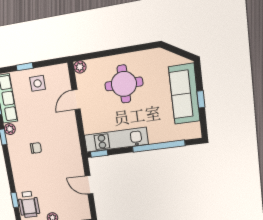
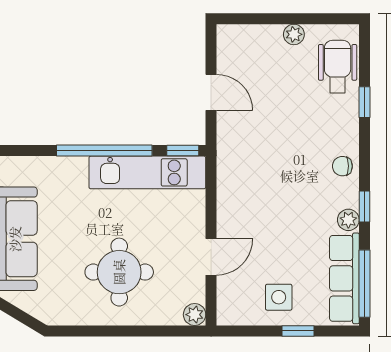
window: (159, 146) -> (104, 151), moved
chair: (36, 148) -> (342, 166), moved
window: (15, 200) -> (365, 102), moved

